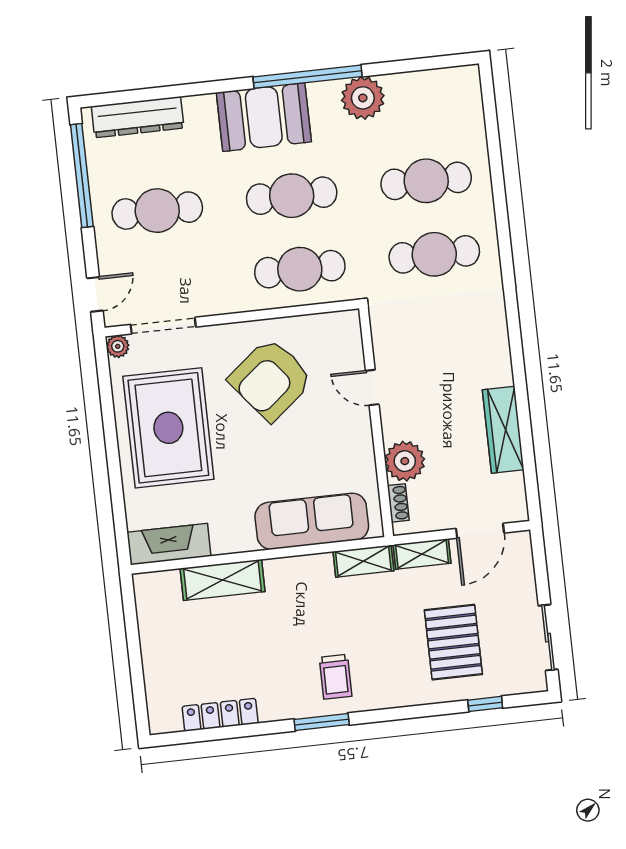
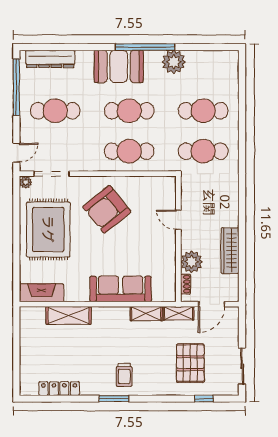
door: (372, 387) -> (178, 220), moved
wall: (376, 422) -> (178, 239), moved
plant: (405, 461) -> (192, 262), moved
shoe rack: (398, 503) -> (186, 284), moved

